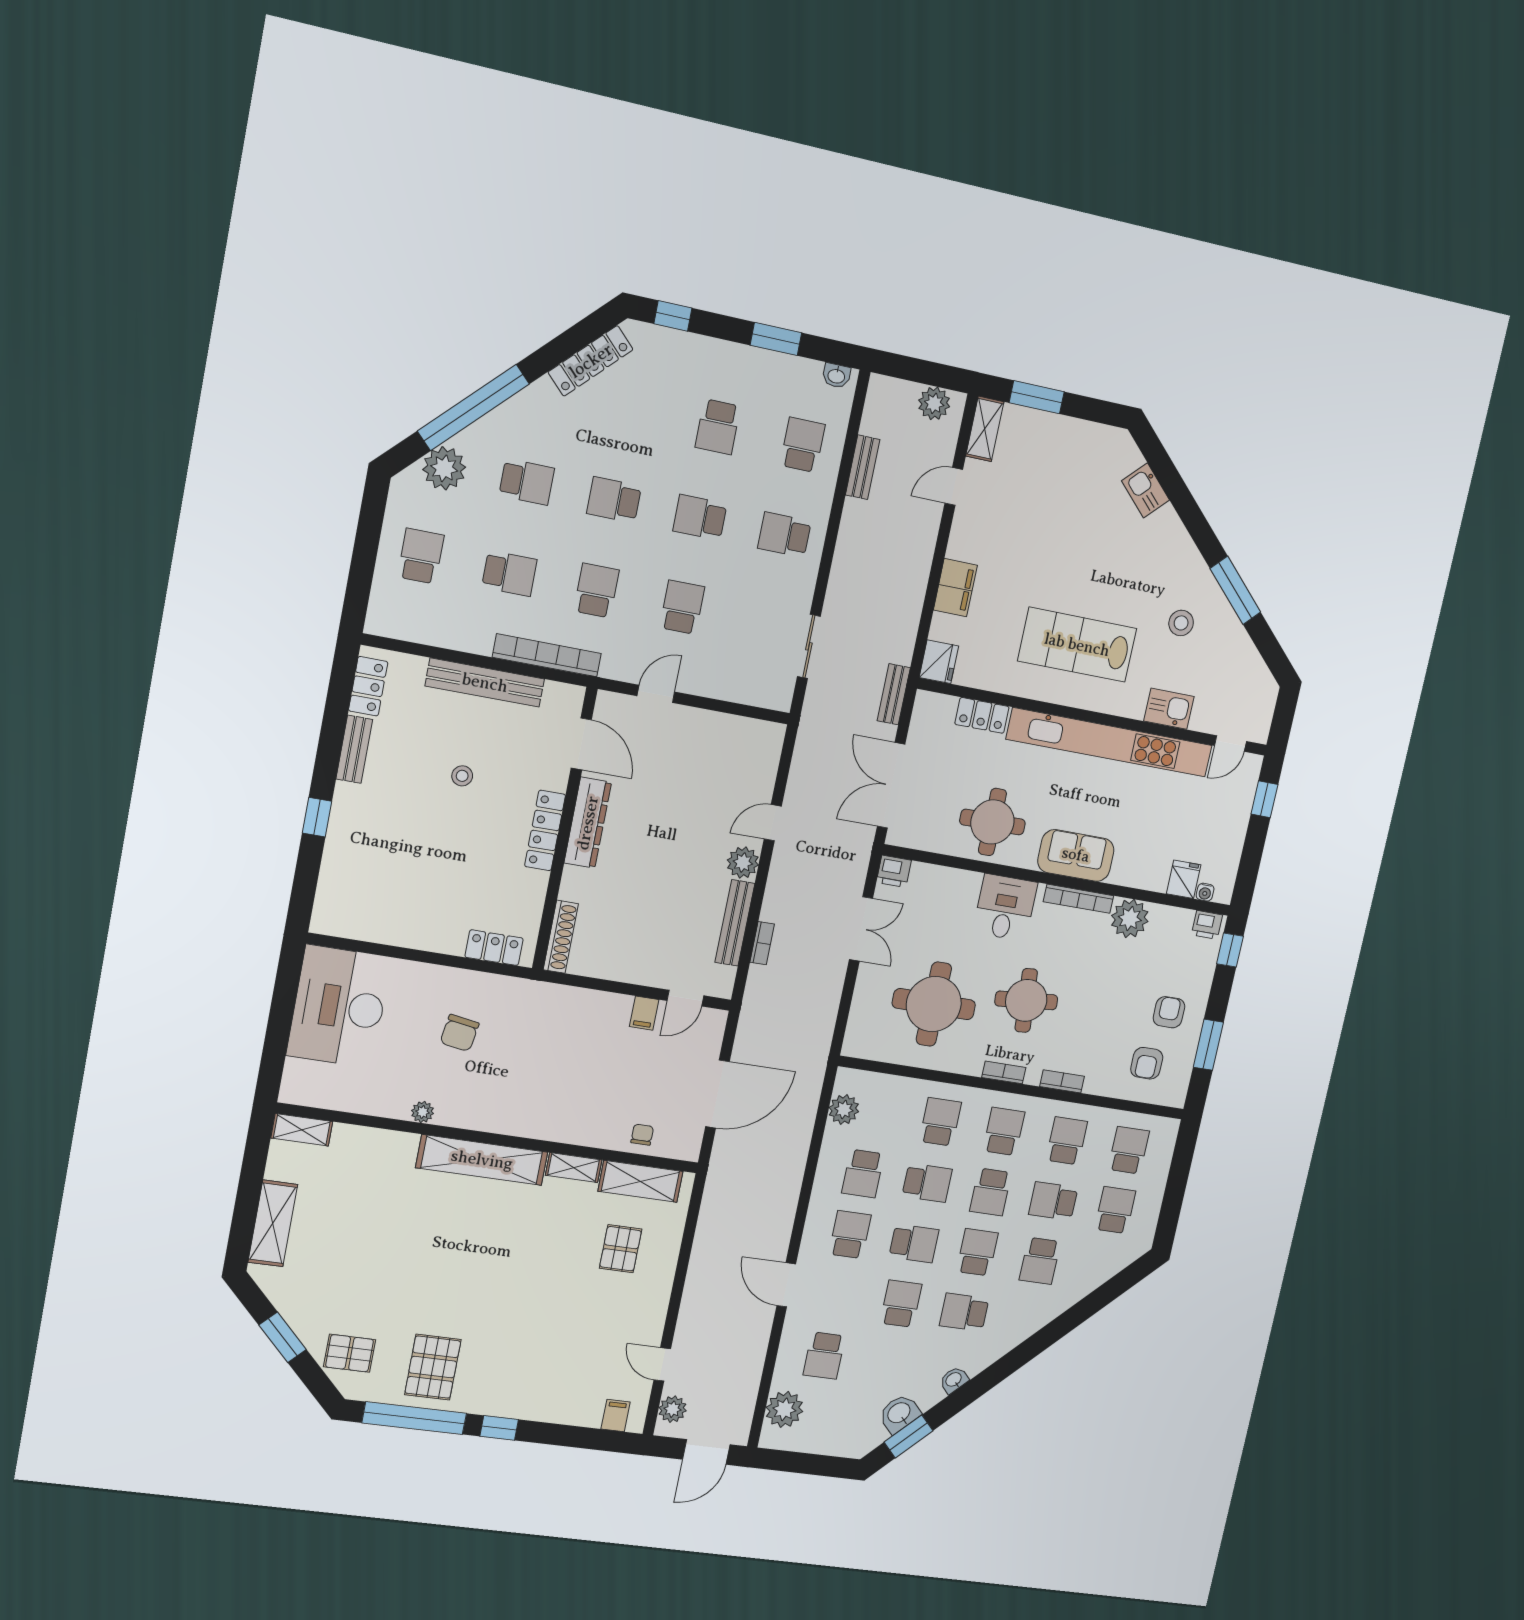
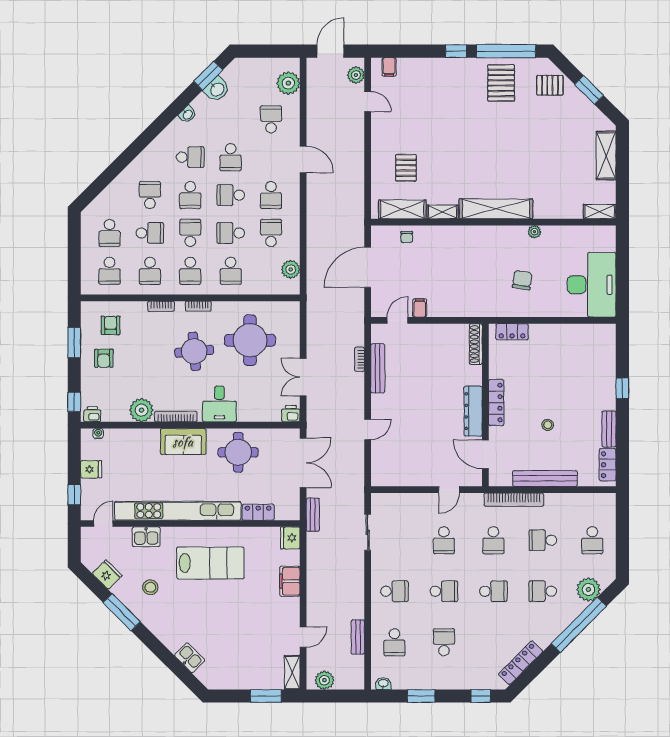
fridge: (1244, 658) -> (107, 575), added
plant: (743, 862) -> (380, 404), removed
fridge: (1184, 879) -> (91, 469), moved, turned -90

